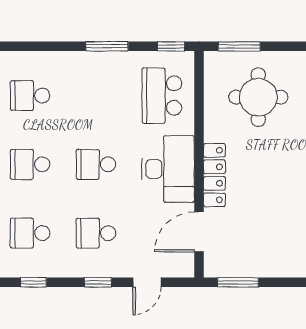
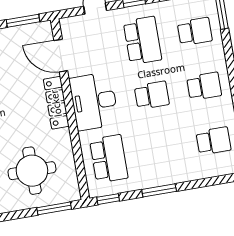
door: (199, 232) -> (61, 56), swing flipped
school desk: (96, 233) -> (142, 41), width x1.85

